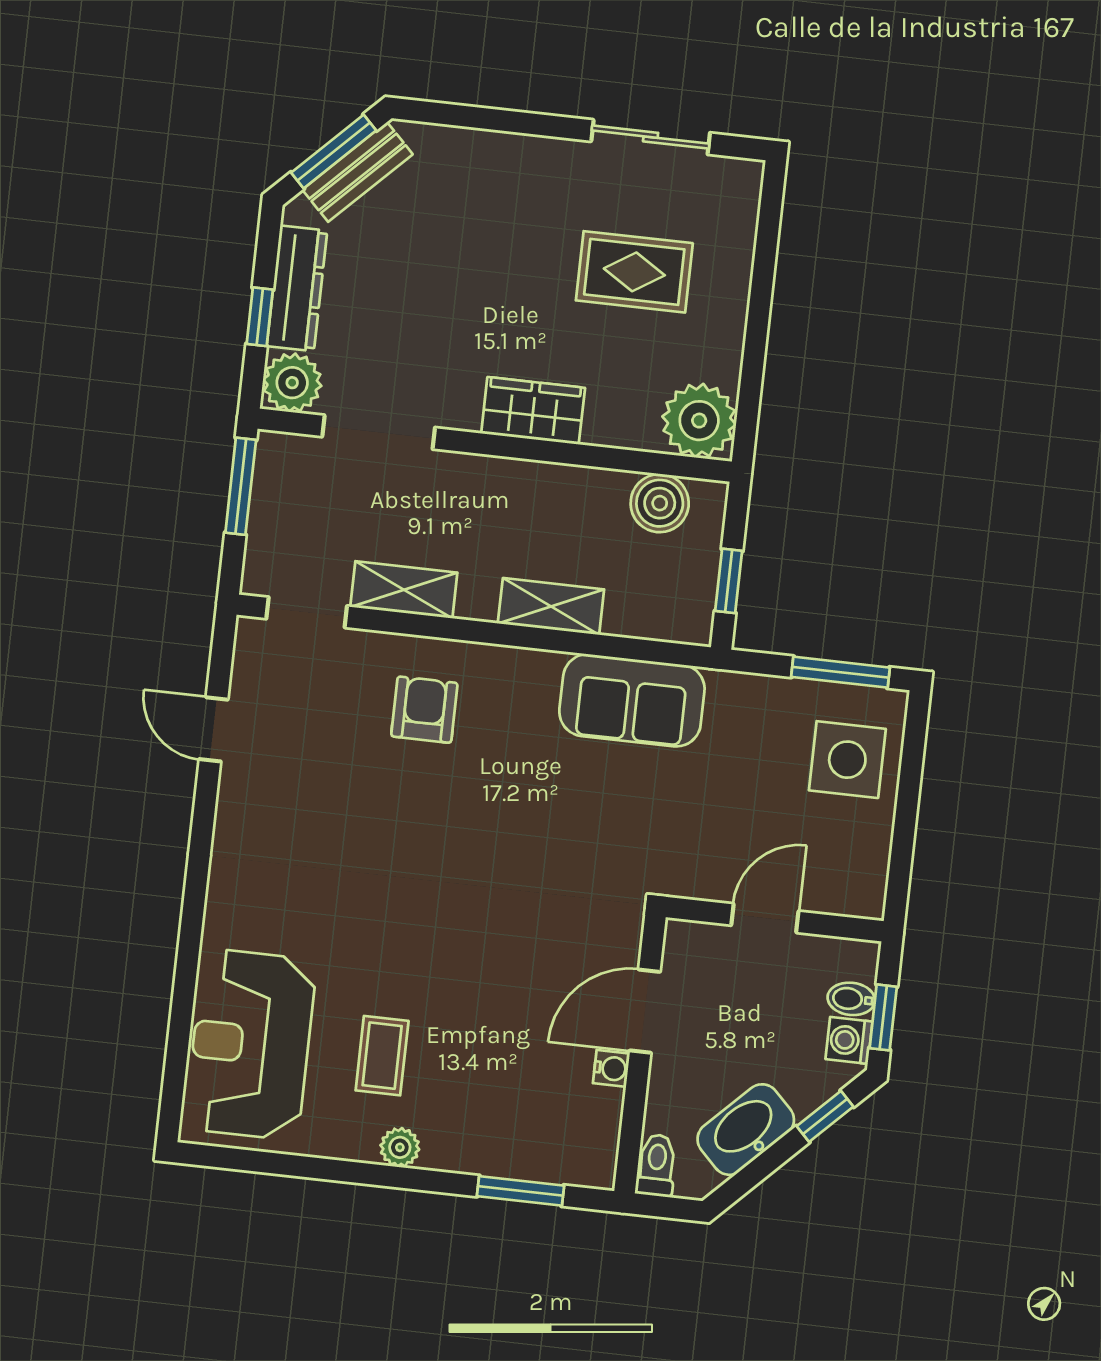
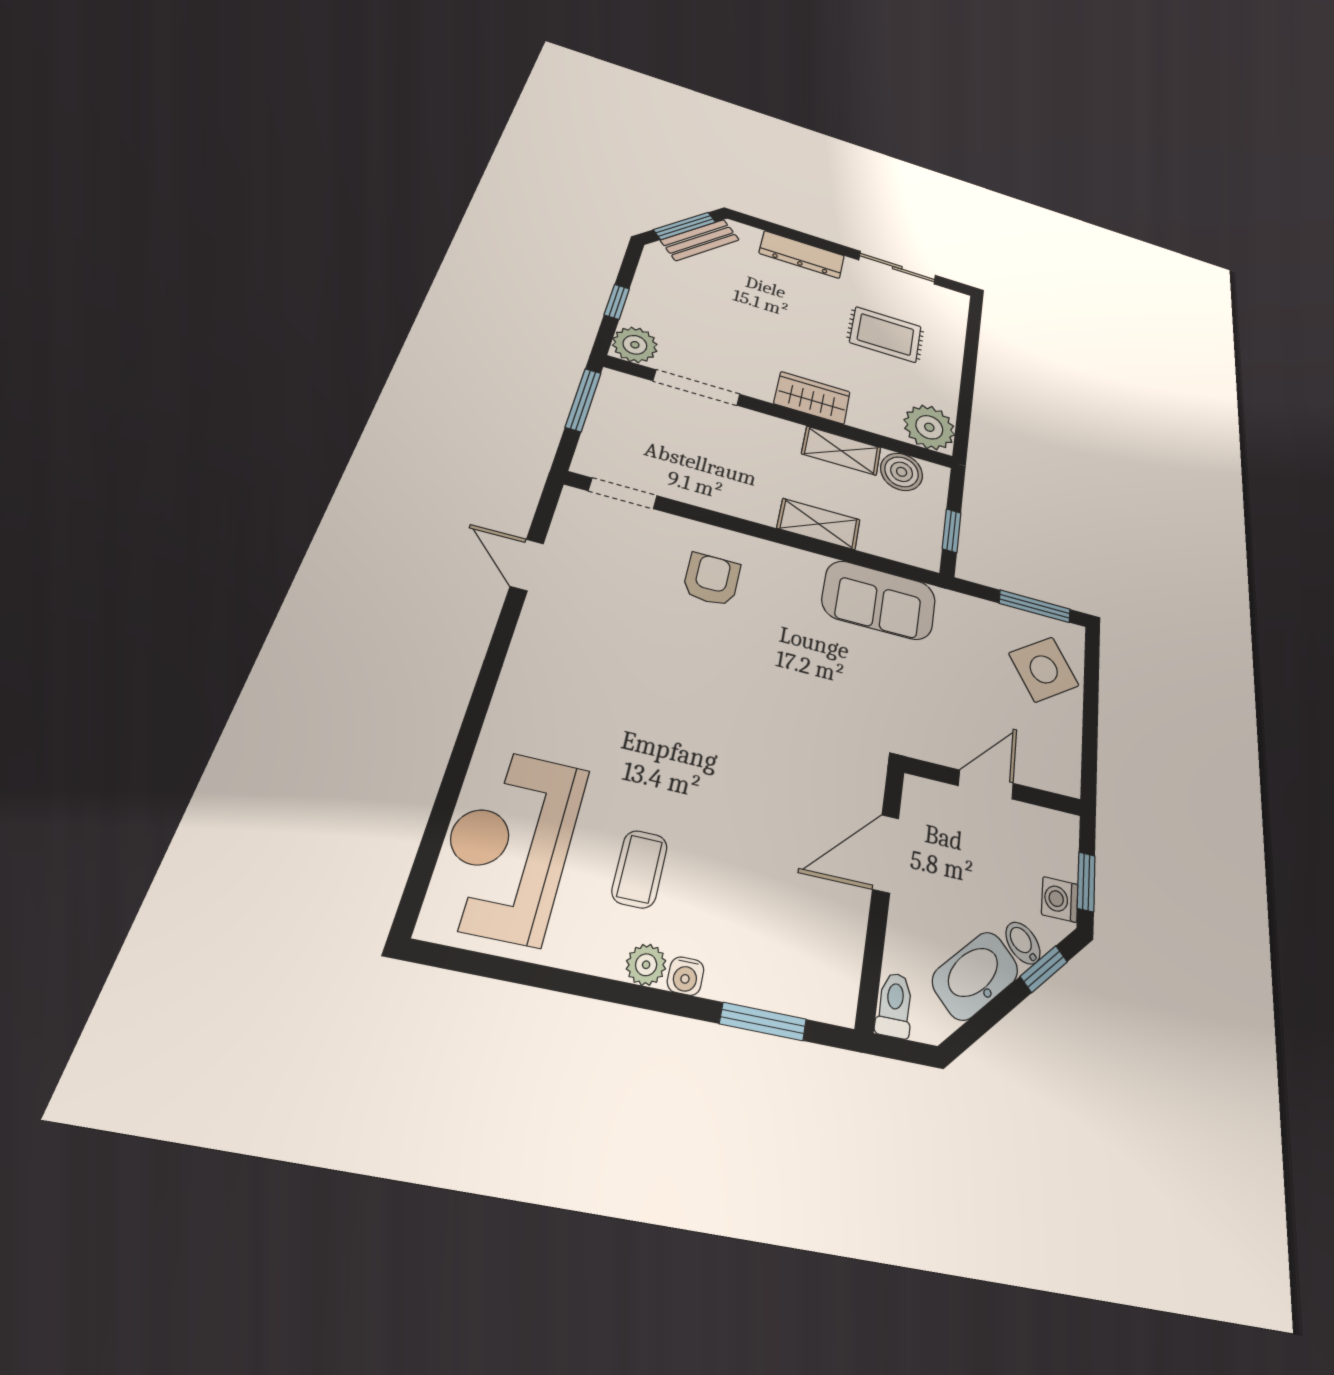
dresser: (297, 288) -> (802, 255), moved, turned 90
shelving: (404, 590) -> (841, 451), moved
side table: (847, 760) -> (1044, 669), turned -34
bidet: (851, 999) -> (1023, 943), moved, turned 45
water cooler: (611, 1068) -> (686, 976), moved, turned 90

